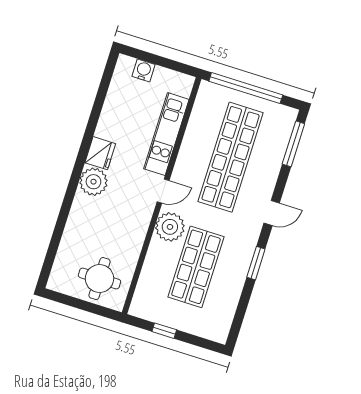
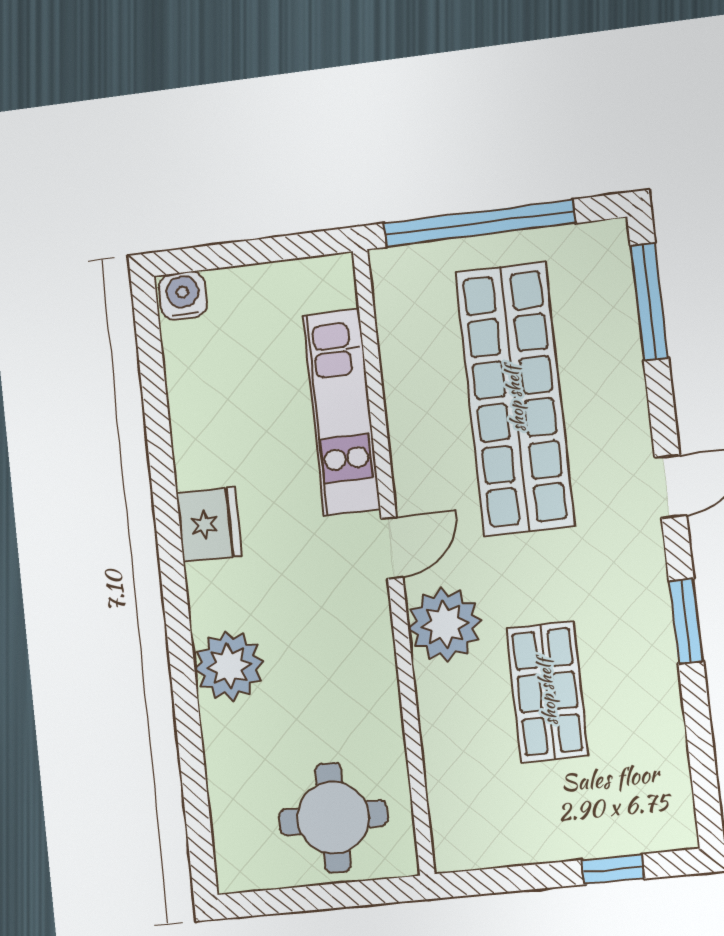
water cooler: (144, 70) -> (183, 296), moved
plant: (93, 182) -> (229, 666), moved
shop shelf: (196, 267) -> (547, 692), width x0.70, depth x0.74
window: (164, 331) -> (613, 869), moved

